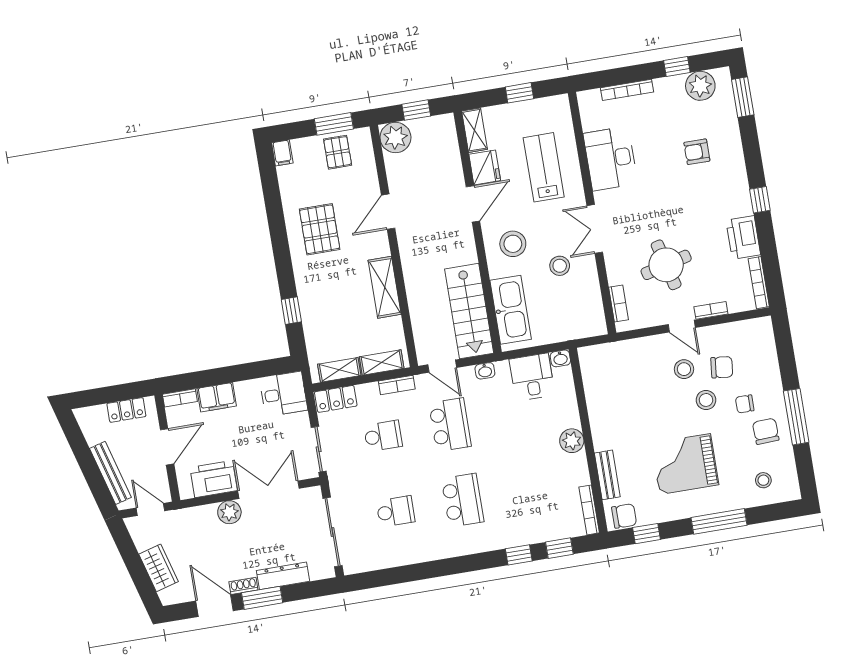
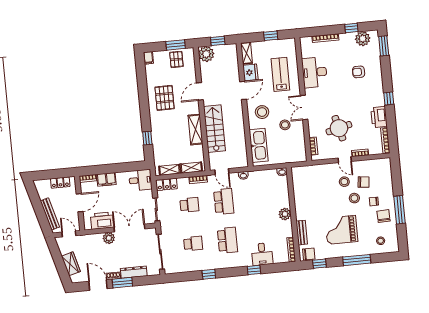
stairs: (469, 311) -> (214, 129), moved, turned 180
desk: (532, 377) -> (262, 254), moved, turned 180
window: (559, 548) -> (209, 274), moved

